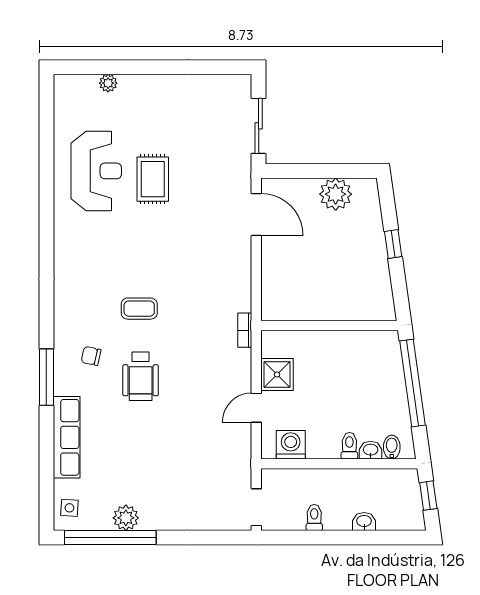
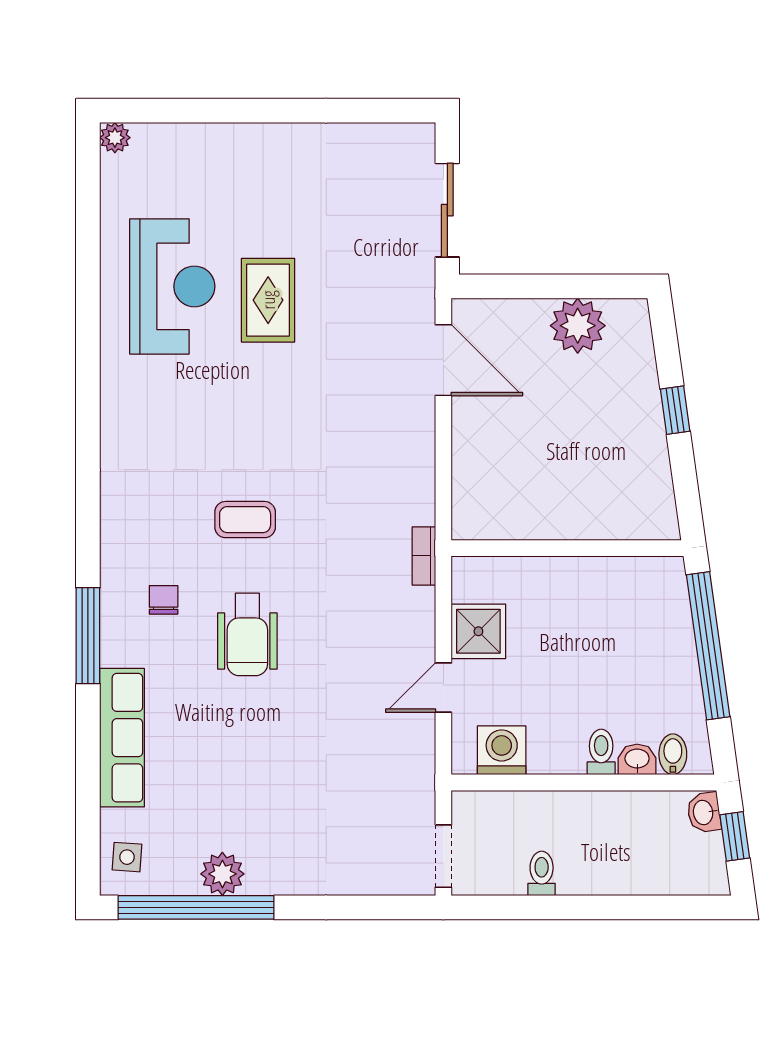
plant: (108, 83) -> (115, 138), moved
chair: (91, 356) -> (164, 600), turned 78
washbasin: (364, 522) -> (704, 812), moved, turned -98

